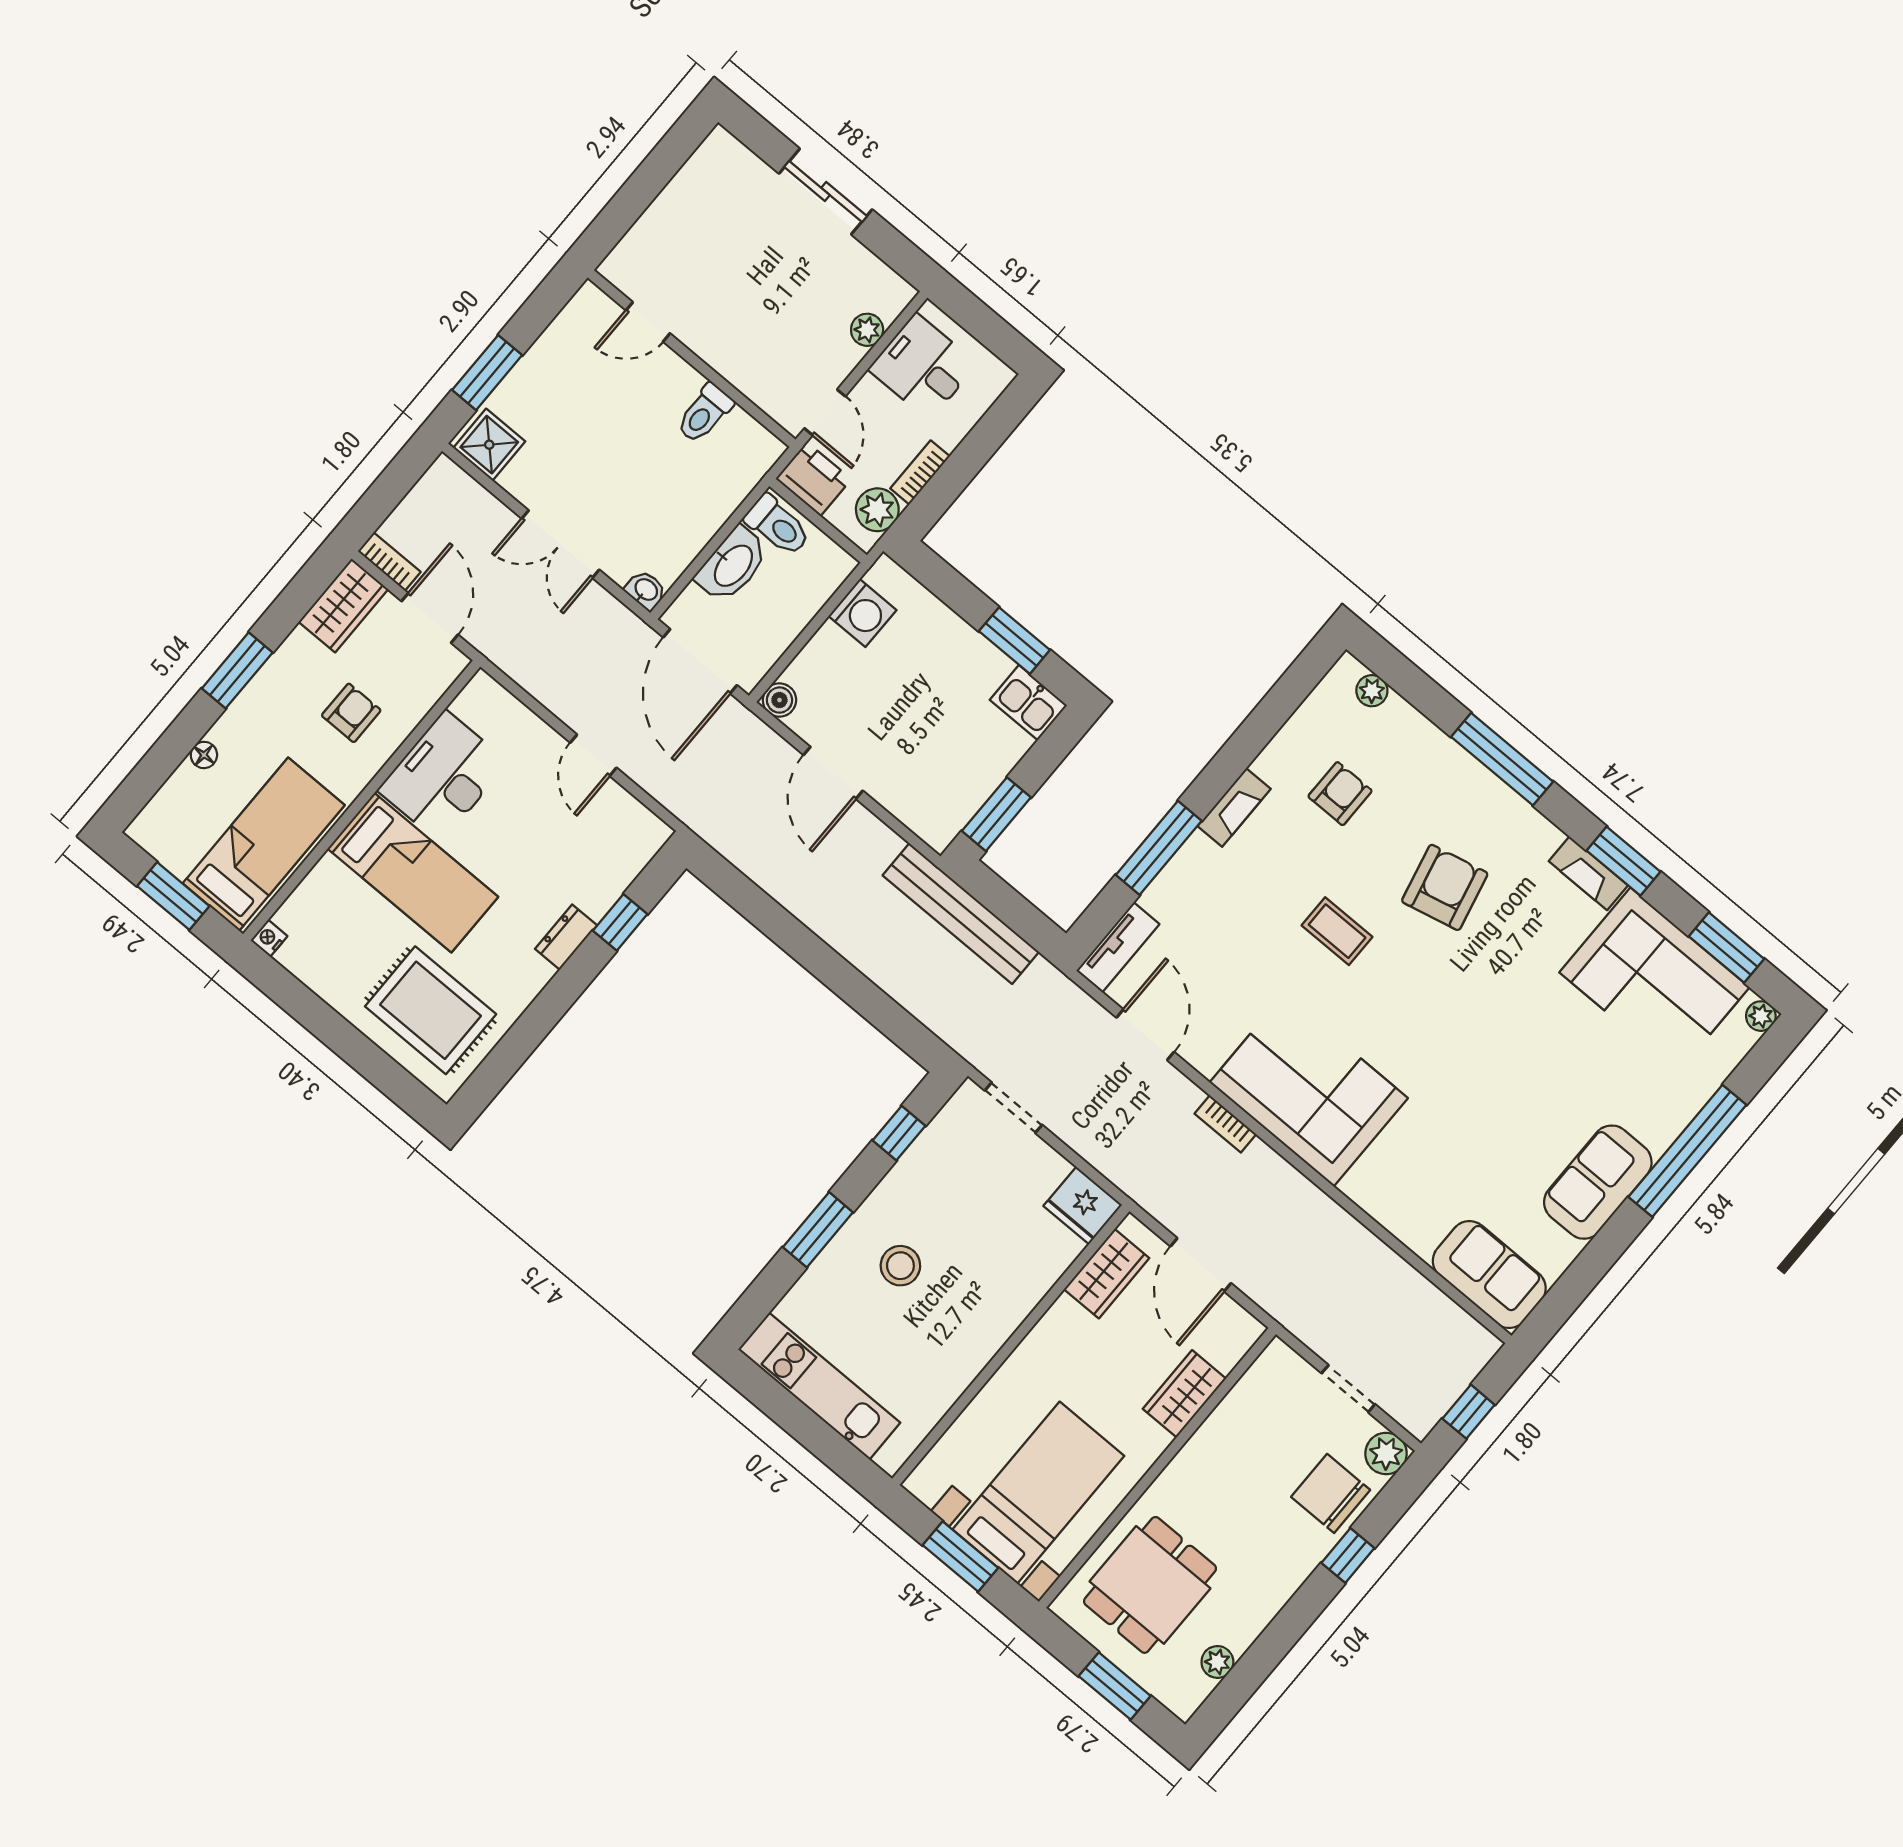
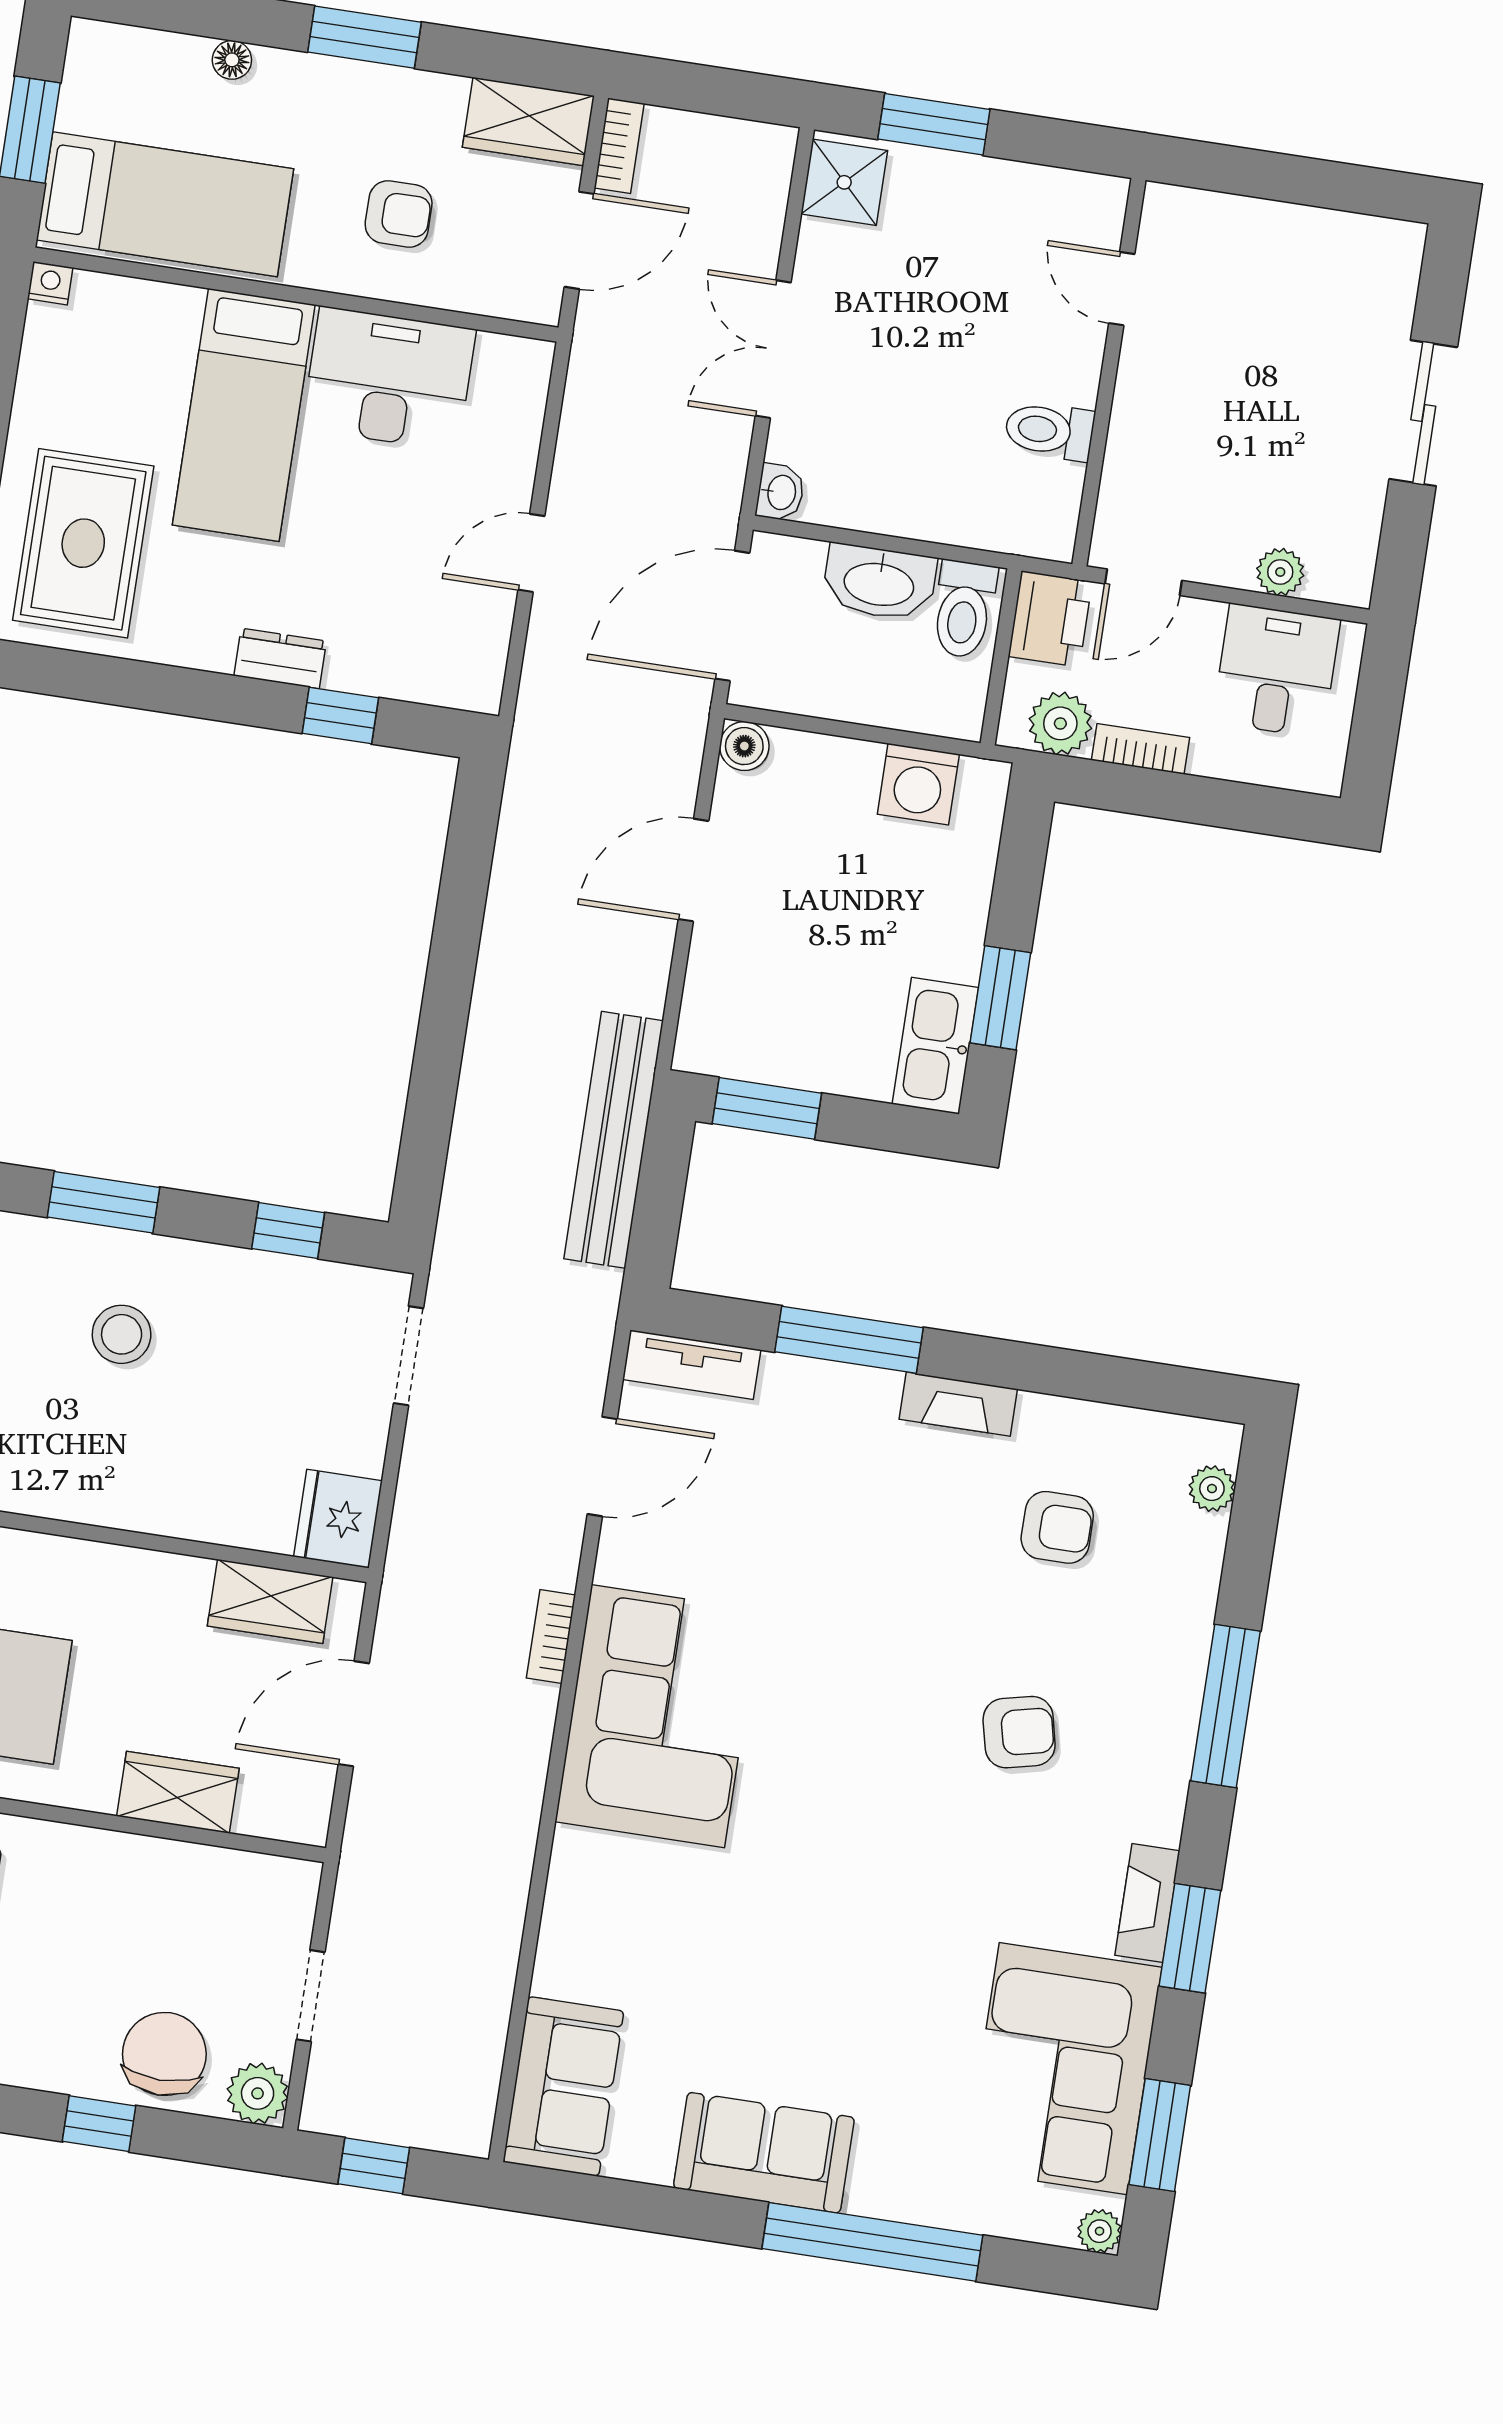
kitchen sink: (1028, 703) -> (935, 1046), width x1.38
armchair: (1445, 887) -> (1019, 1732), width x0.72, depth x0.72
coffee table: (1337, 931) -> (881, 1630), removed

